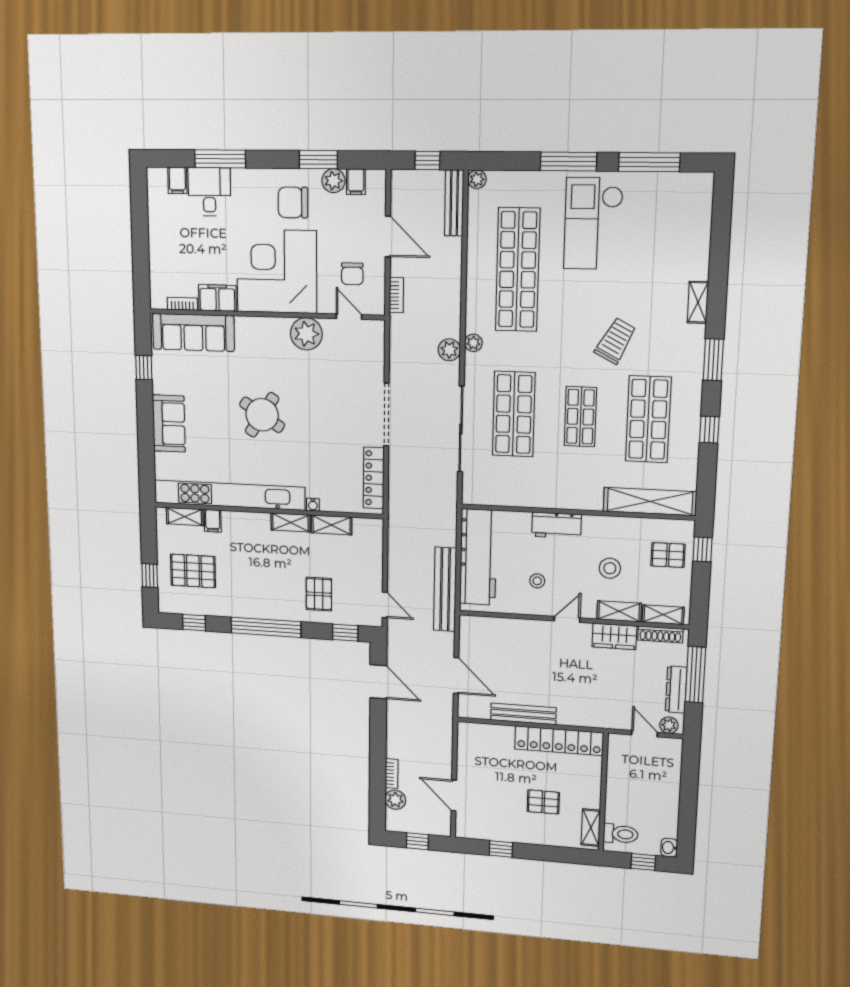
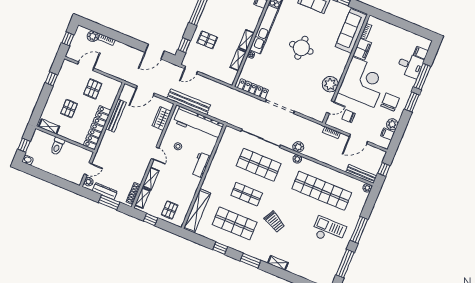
window: (318, 160) -> (412, 102), moved
checkout: (593, 224) -> (329, 231), width x0.73, depth x0.83
round table: (262, 415) -> (301, 48), turned -33
window: (703, 549) -> (151, 219), moved
stool: (610, 568) -> (172, 182), removed
wardrobe: (614, 636) -> (162, 119), moved
window: (695, 675) -> (109, 202), width x0.69
pallet: (490, 771) -> (93, 89), added
toilet: (621, 834) -> (57, 146), moved

